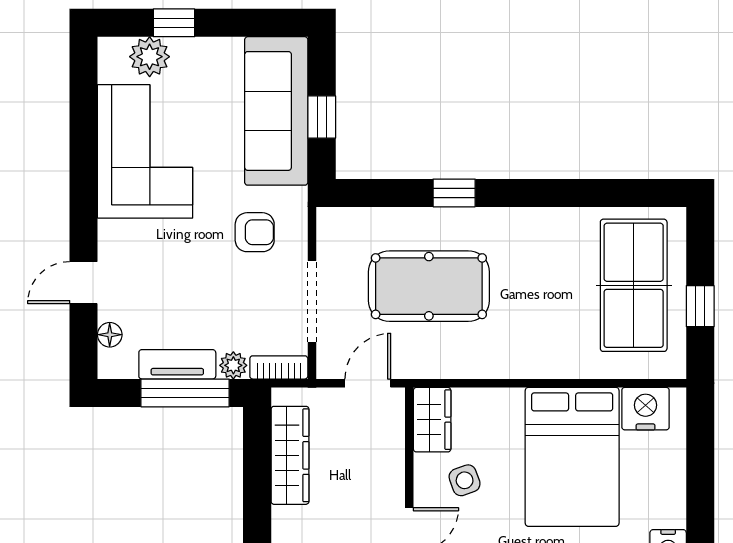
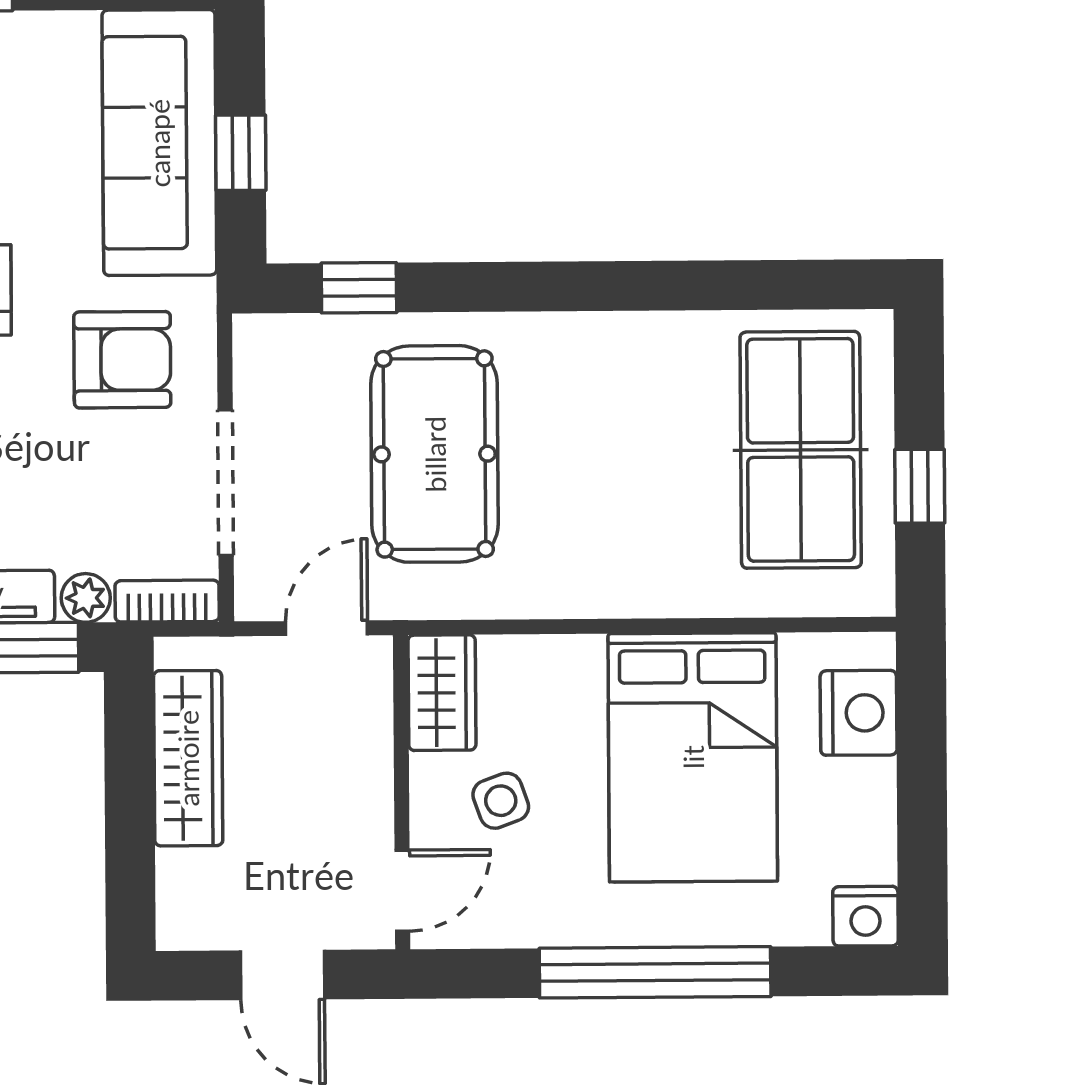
window: (454, 193) -> (359, 288), moved
armchair: (255, 232) -> (122, 360), width x1.38, depth x1.38
pool table: (429, 286) -> (435, 454), turned 90
nightstand: (646, 409) -> (859, 713), moved, turned 90

